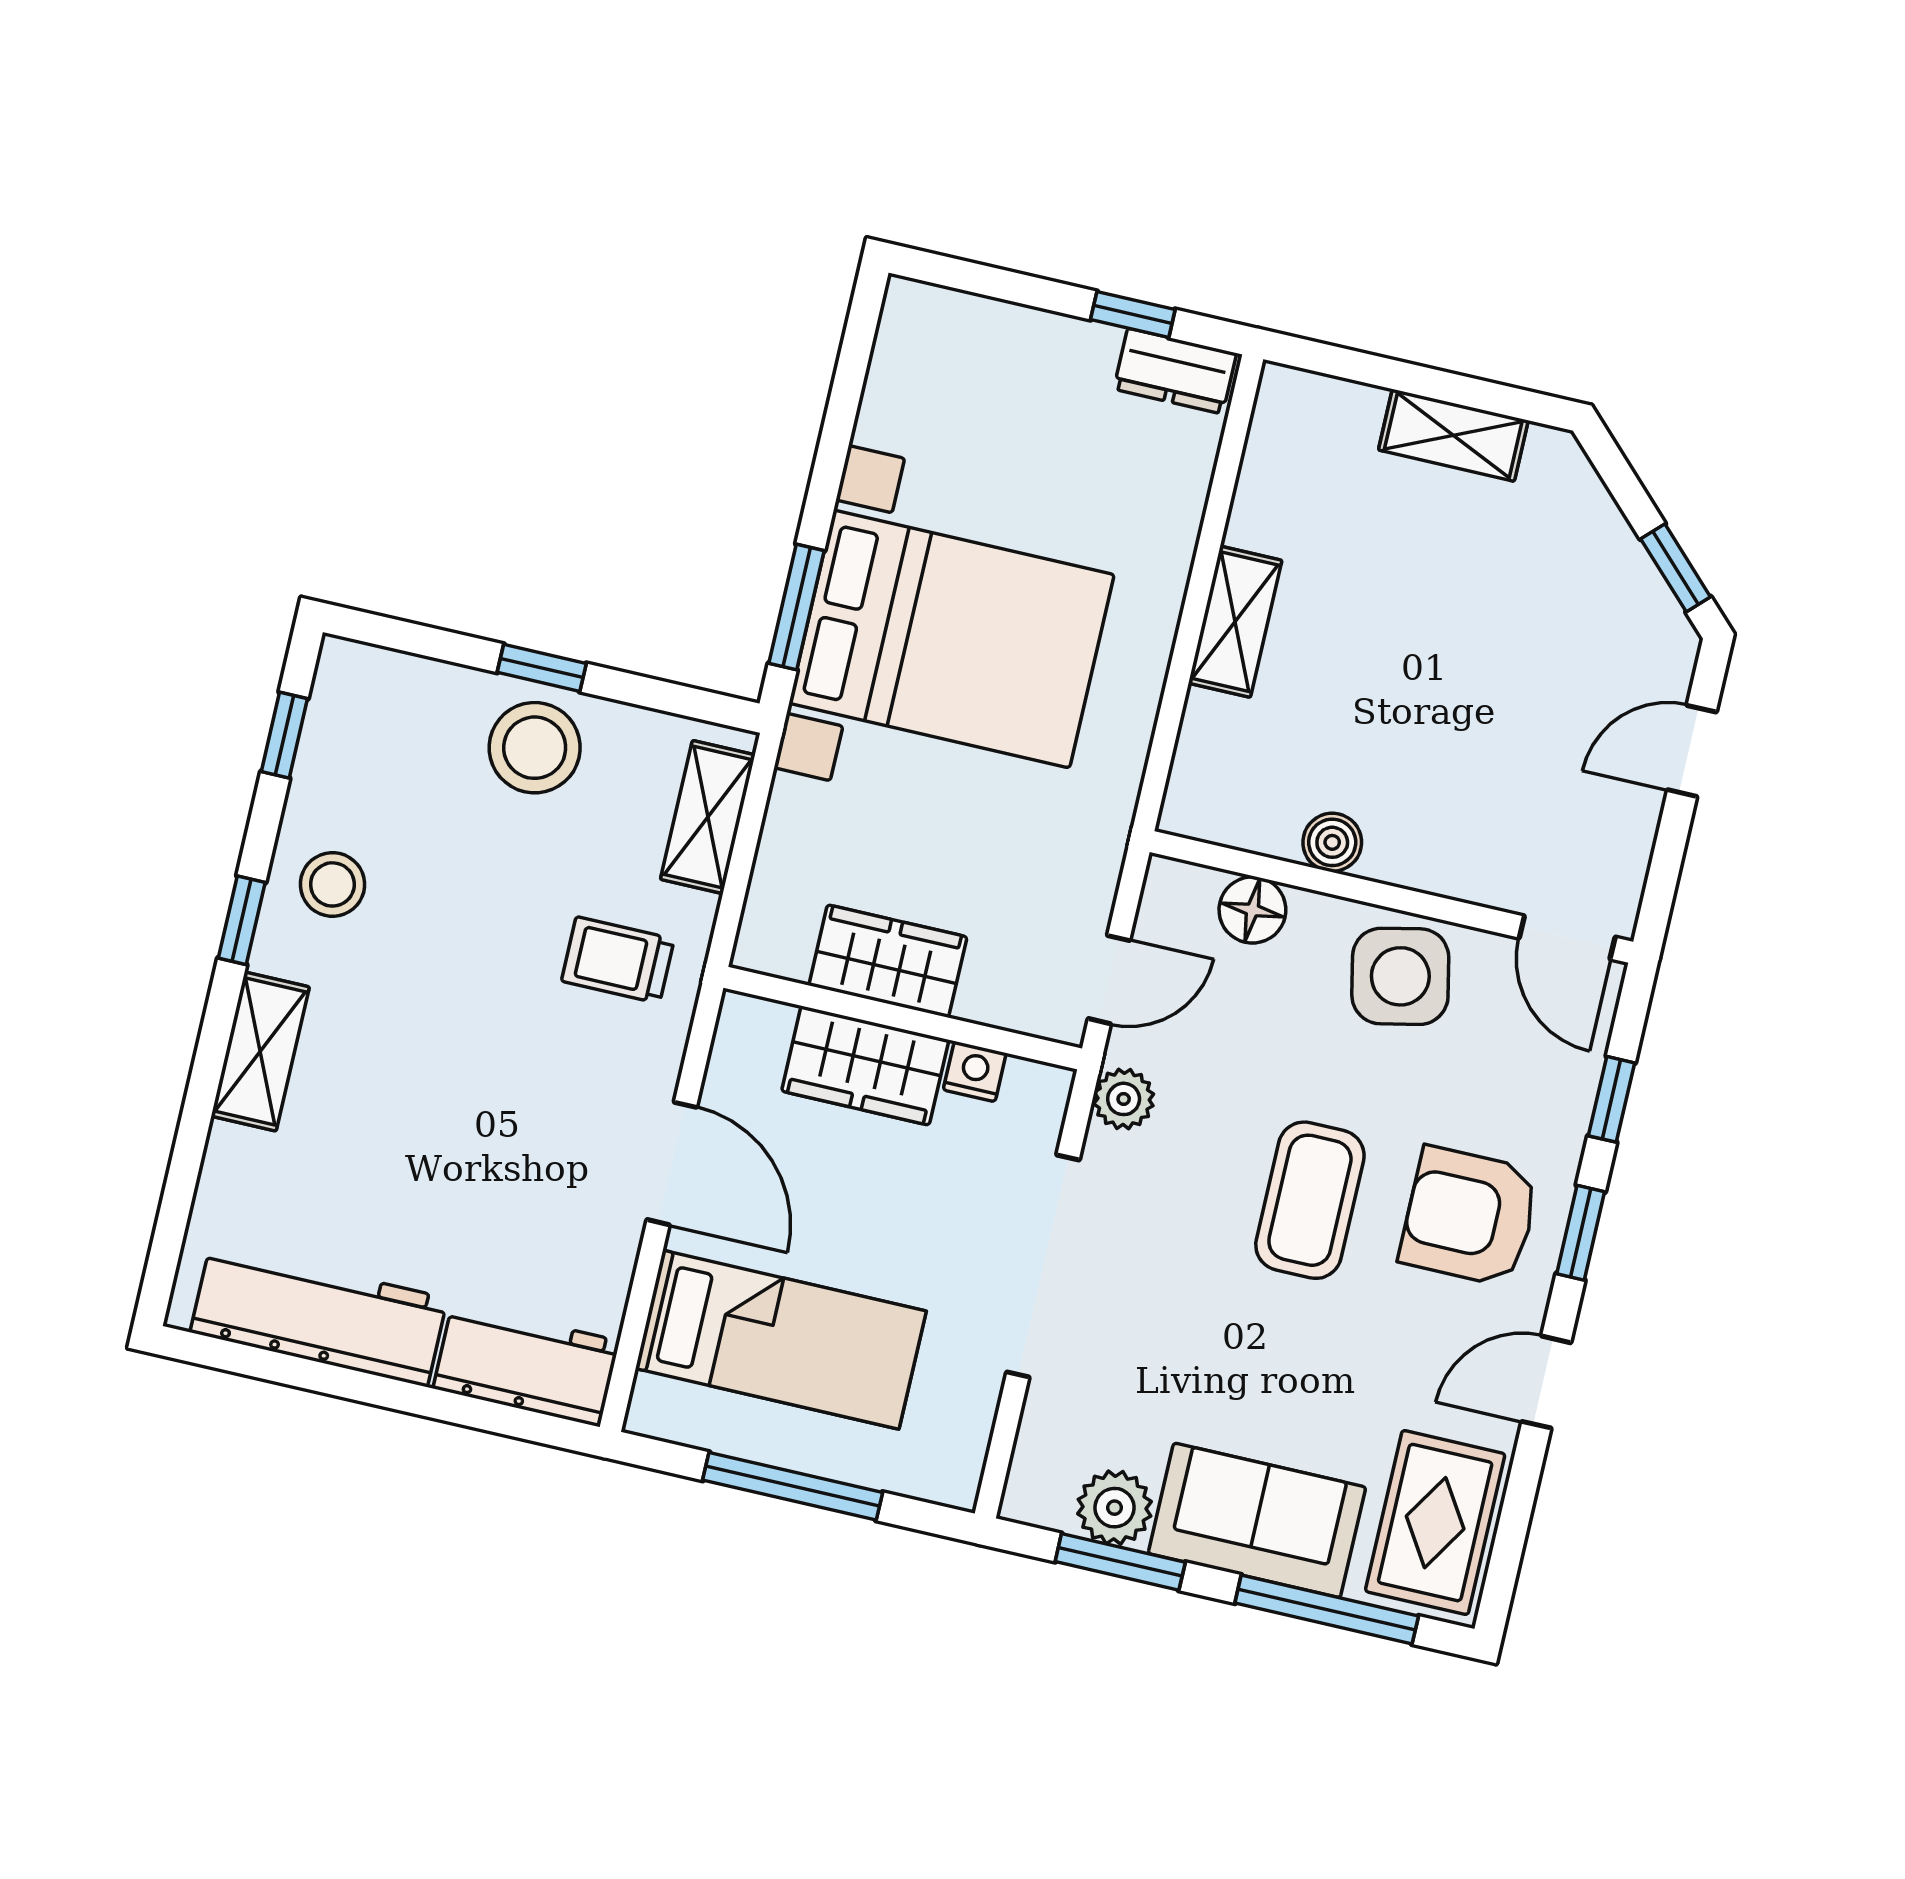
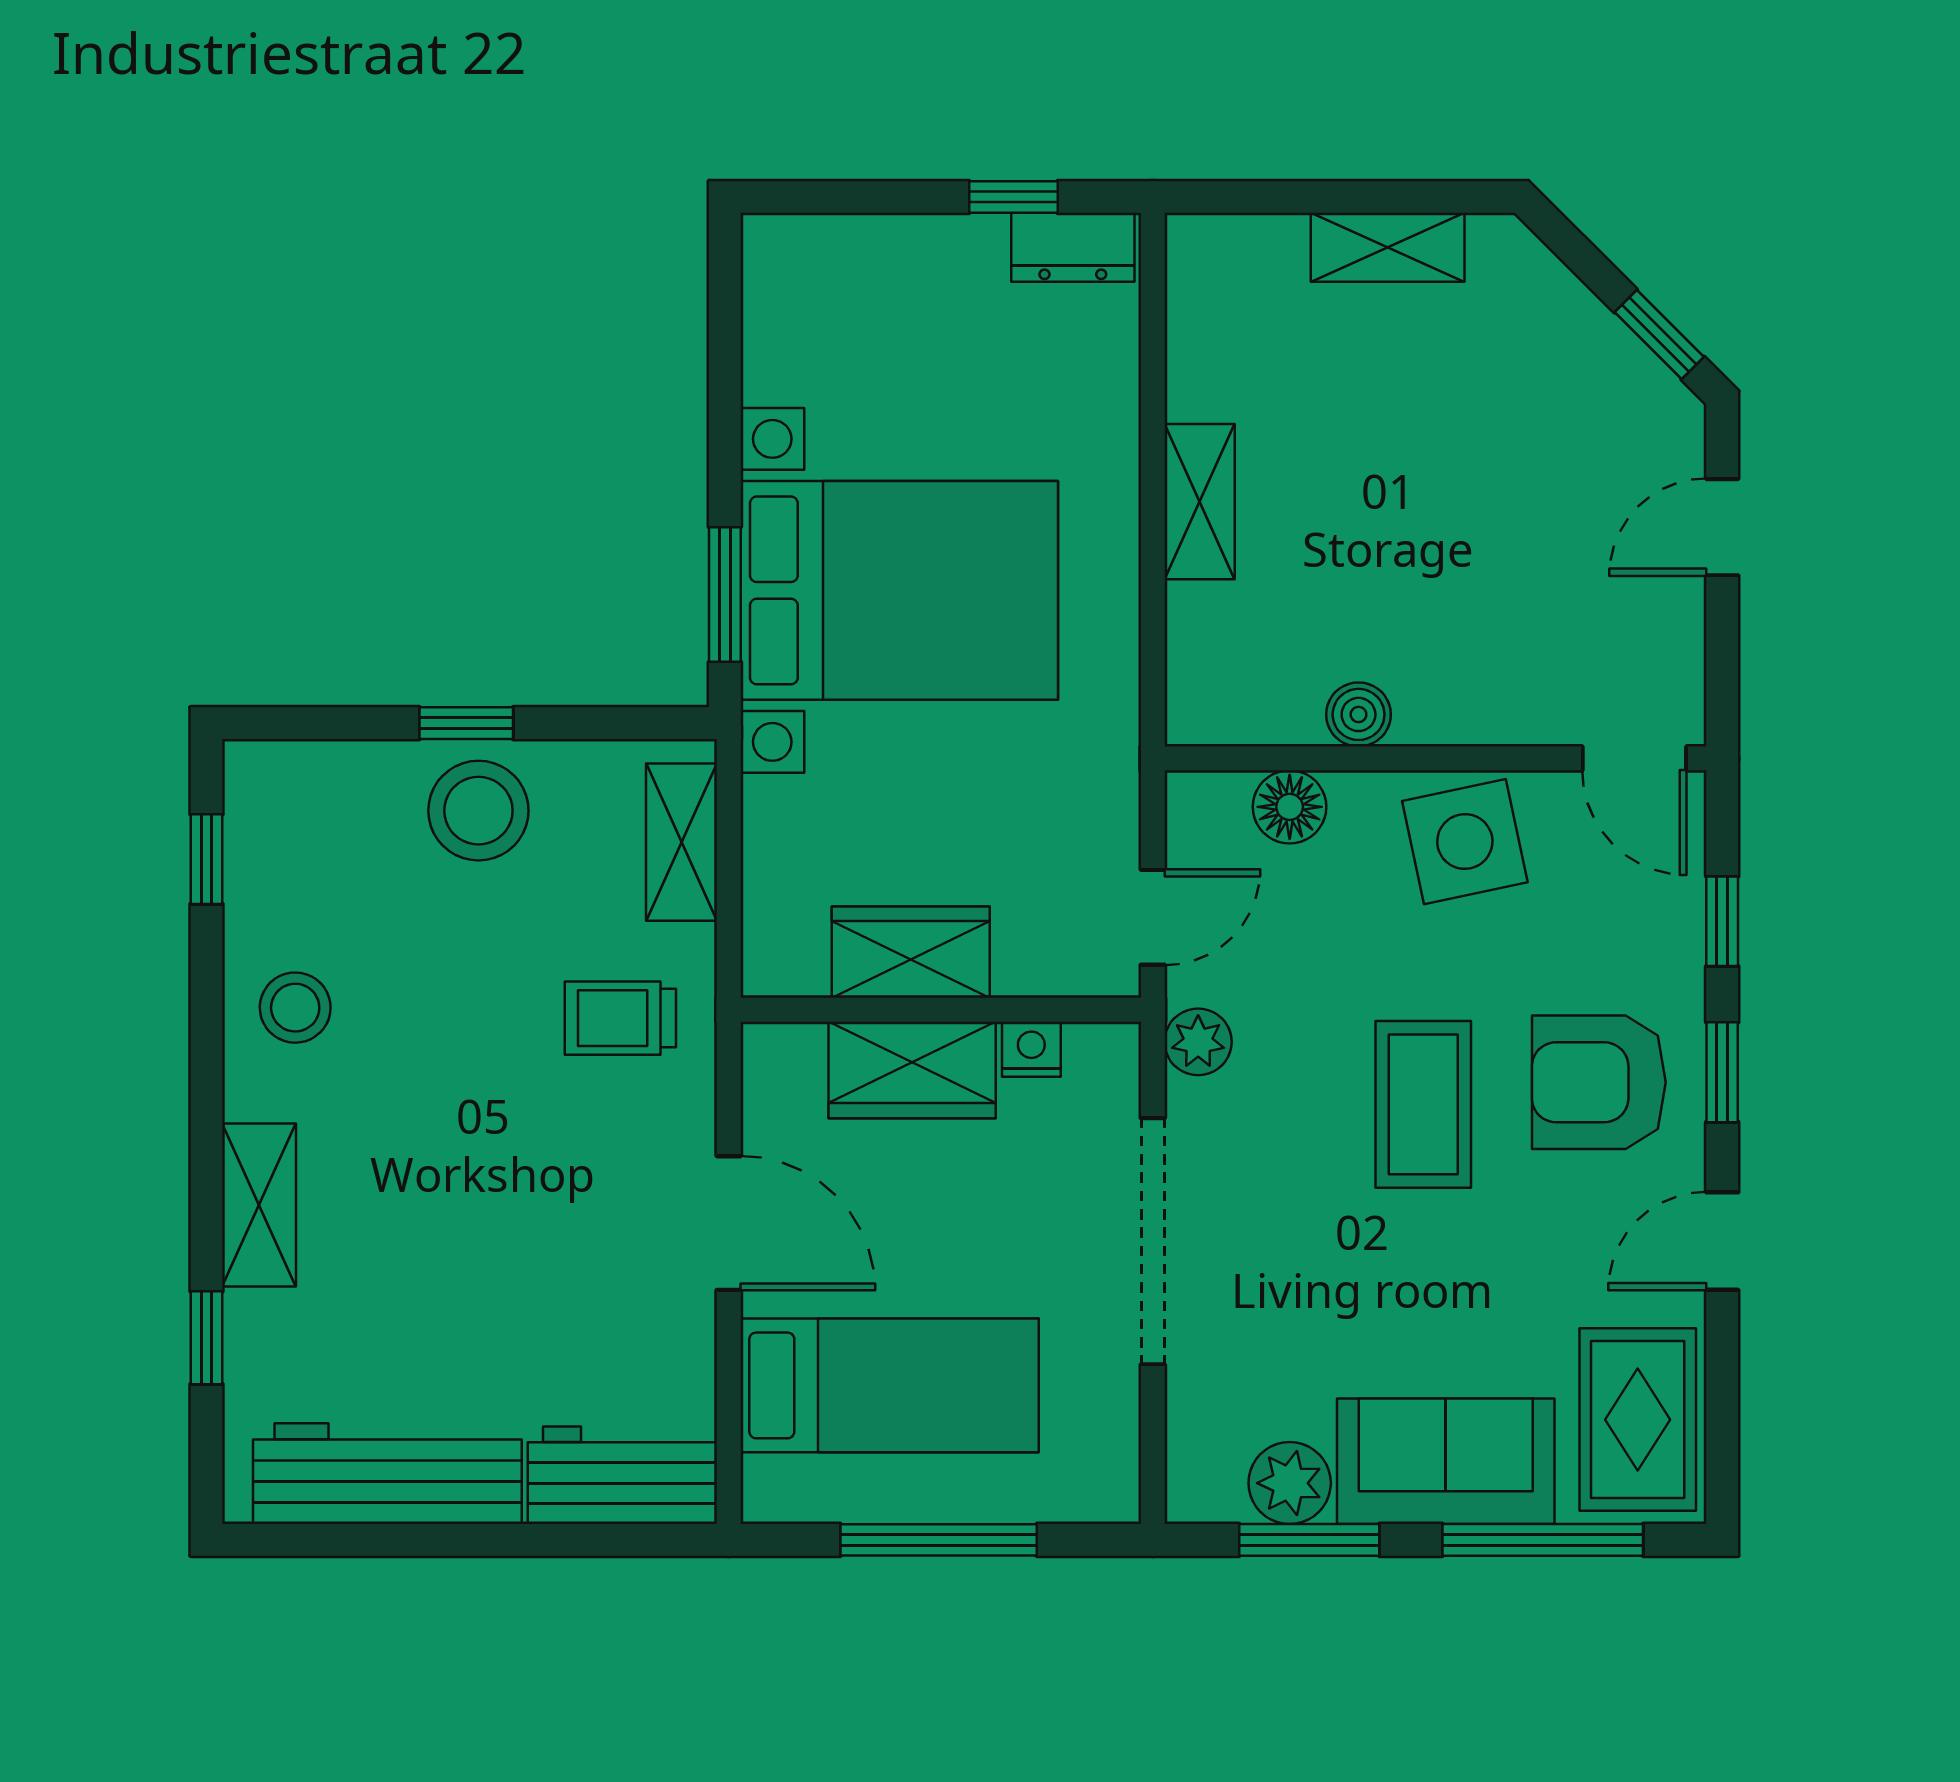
window: (242, 920) -> (207, 1338), moved

